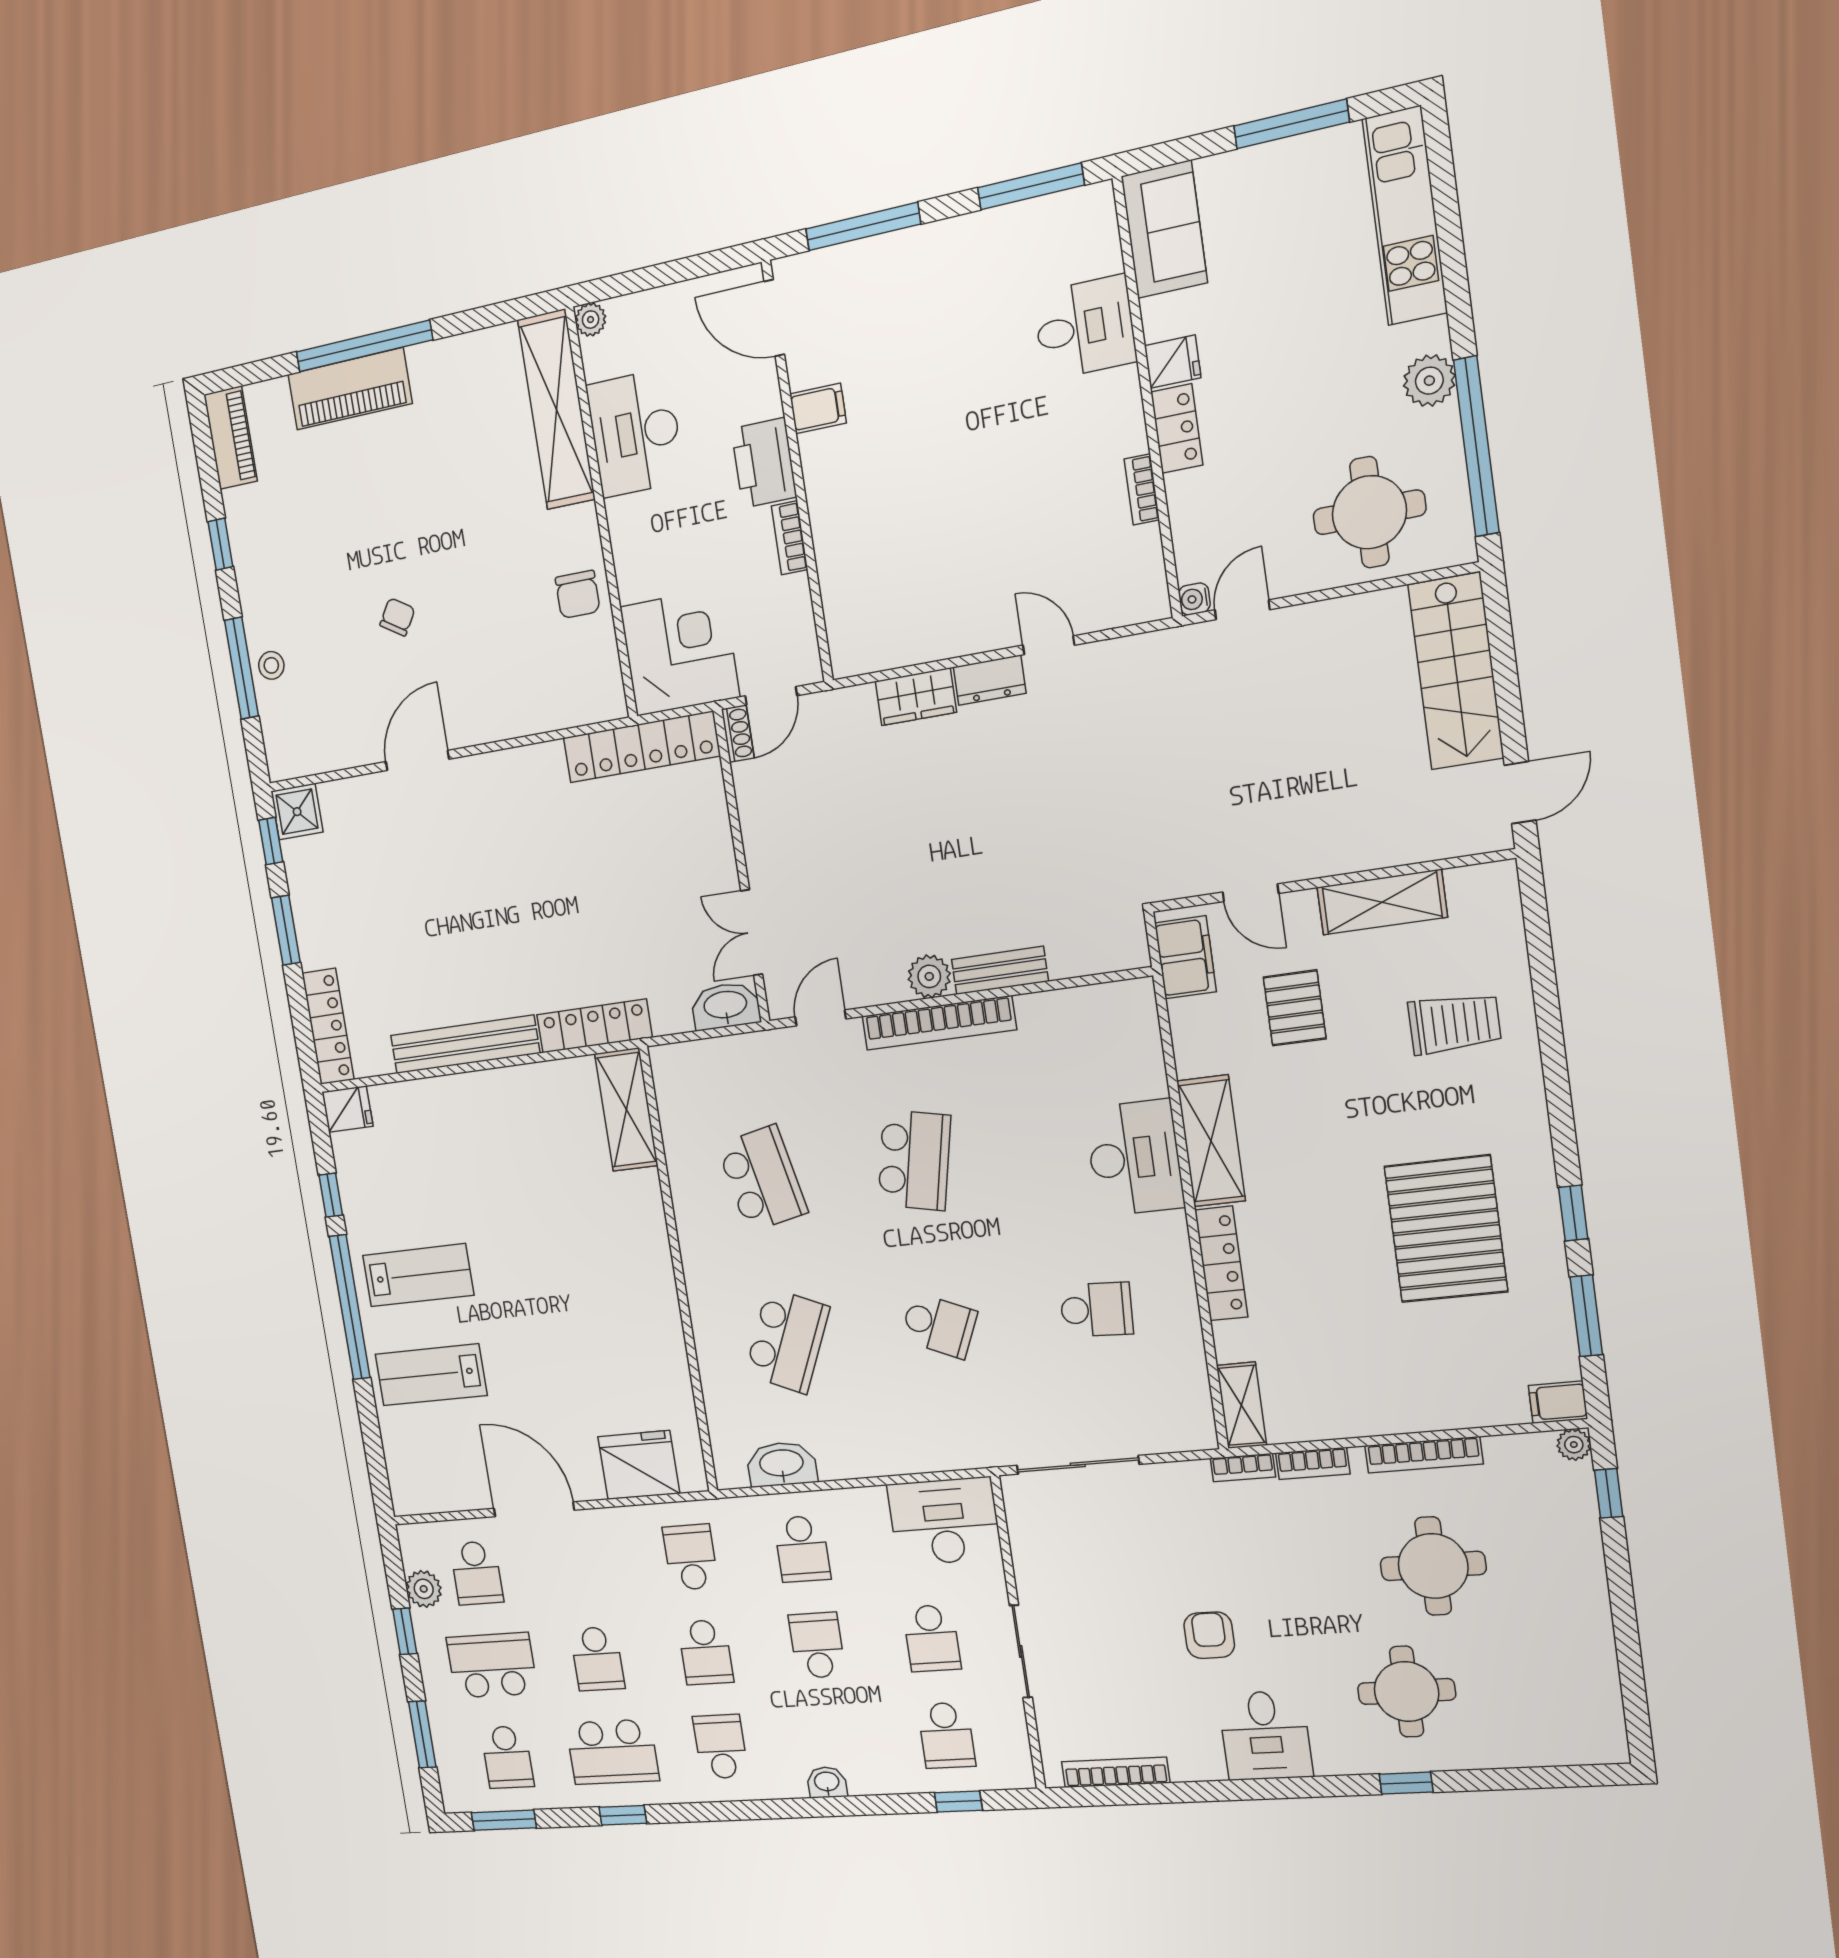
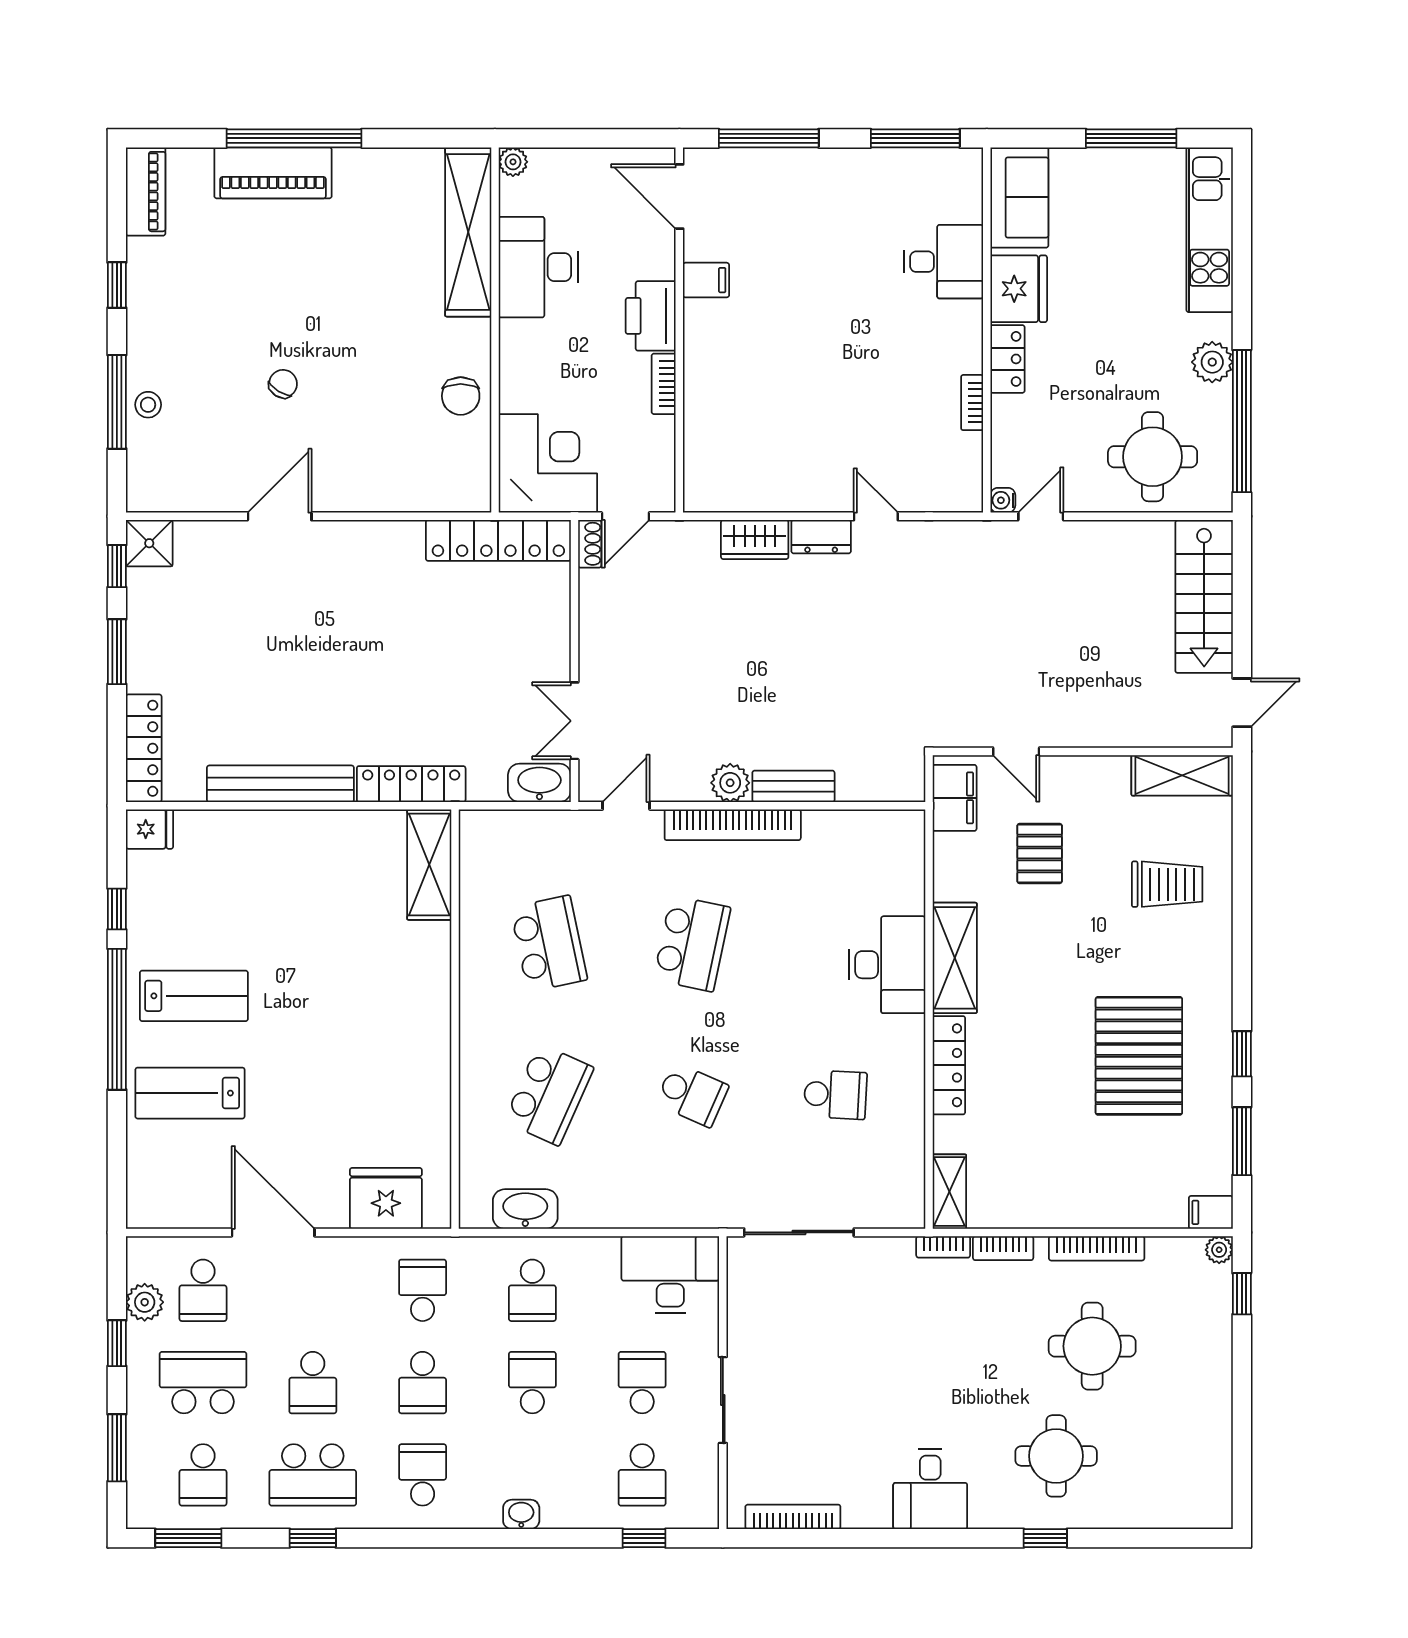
fridge: (1173, 362) -> (1019, 289), width x1.88, depth x1.34
shelving: (1382, 902) -> (1182, 775), moved
armchair: (1209, 1635) -> (894, 1395), removed
school desk: (932, 1638) -> (642, 1383), turned 180

